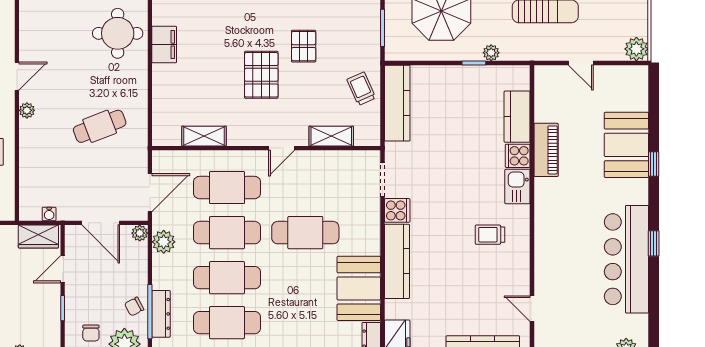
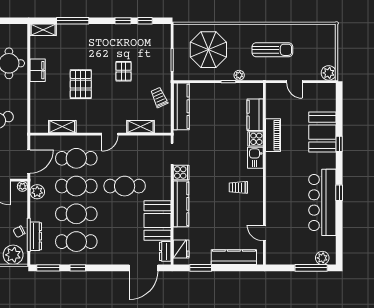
pallet: (261, 75) -> (81, 84), moved

